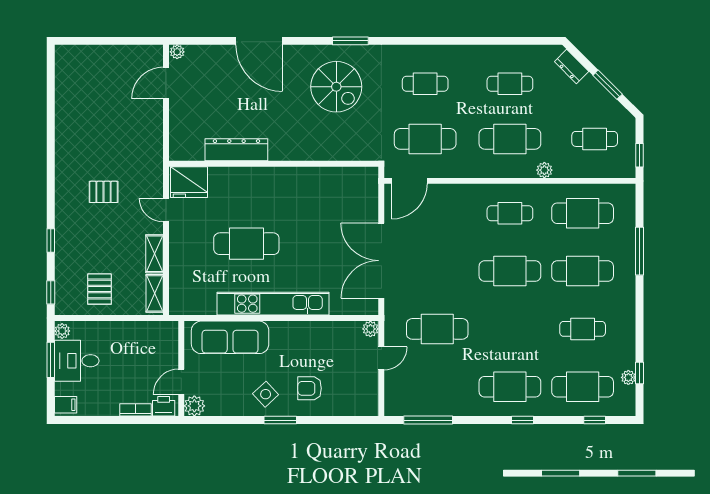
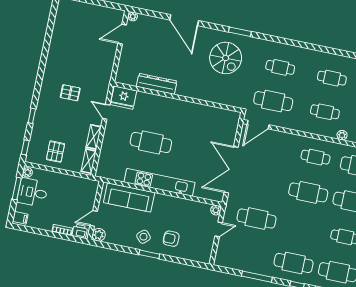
cafe table: (510, 139) -> (325, 112), width x0.73, depth x0.74
window: (428, 420) -> (257, 277), moved

